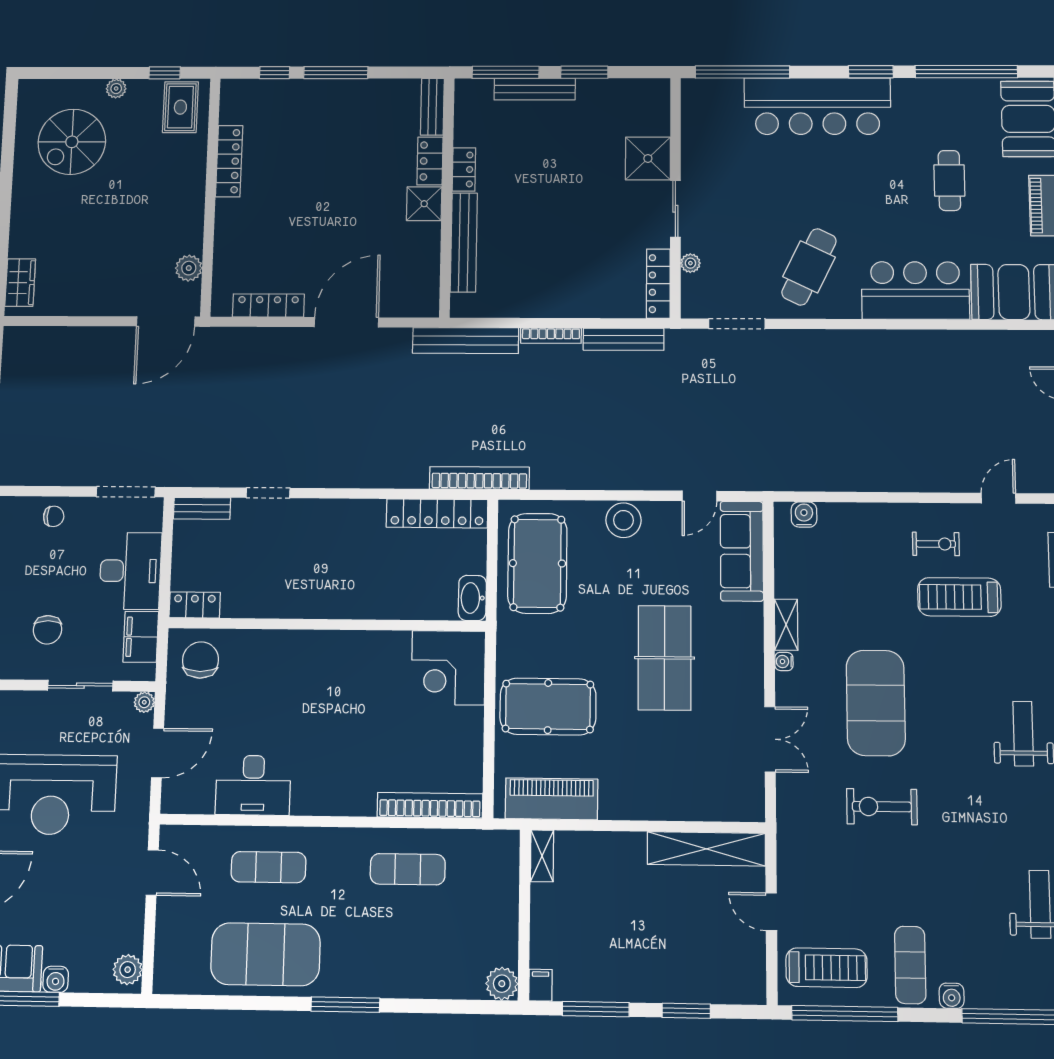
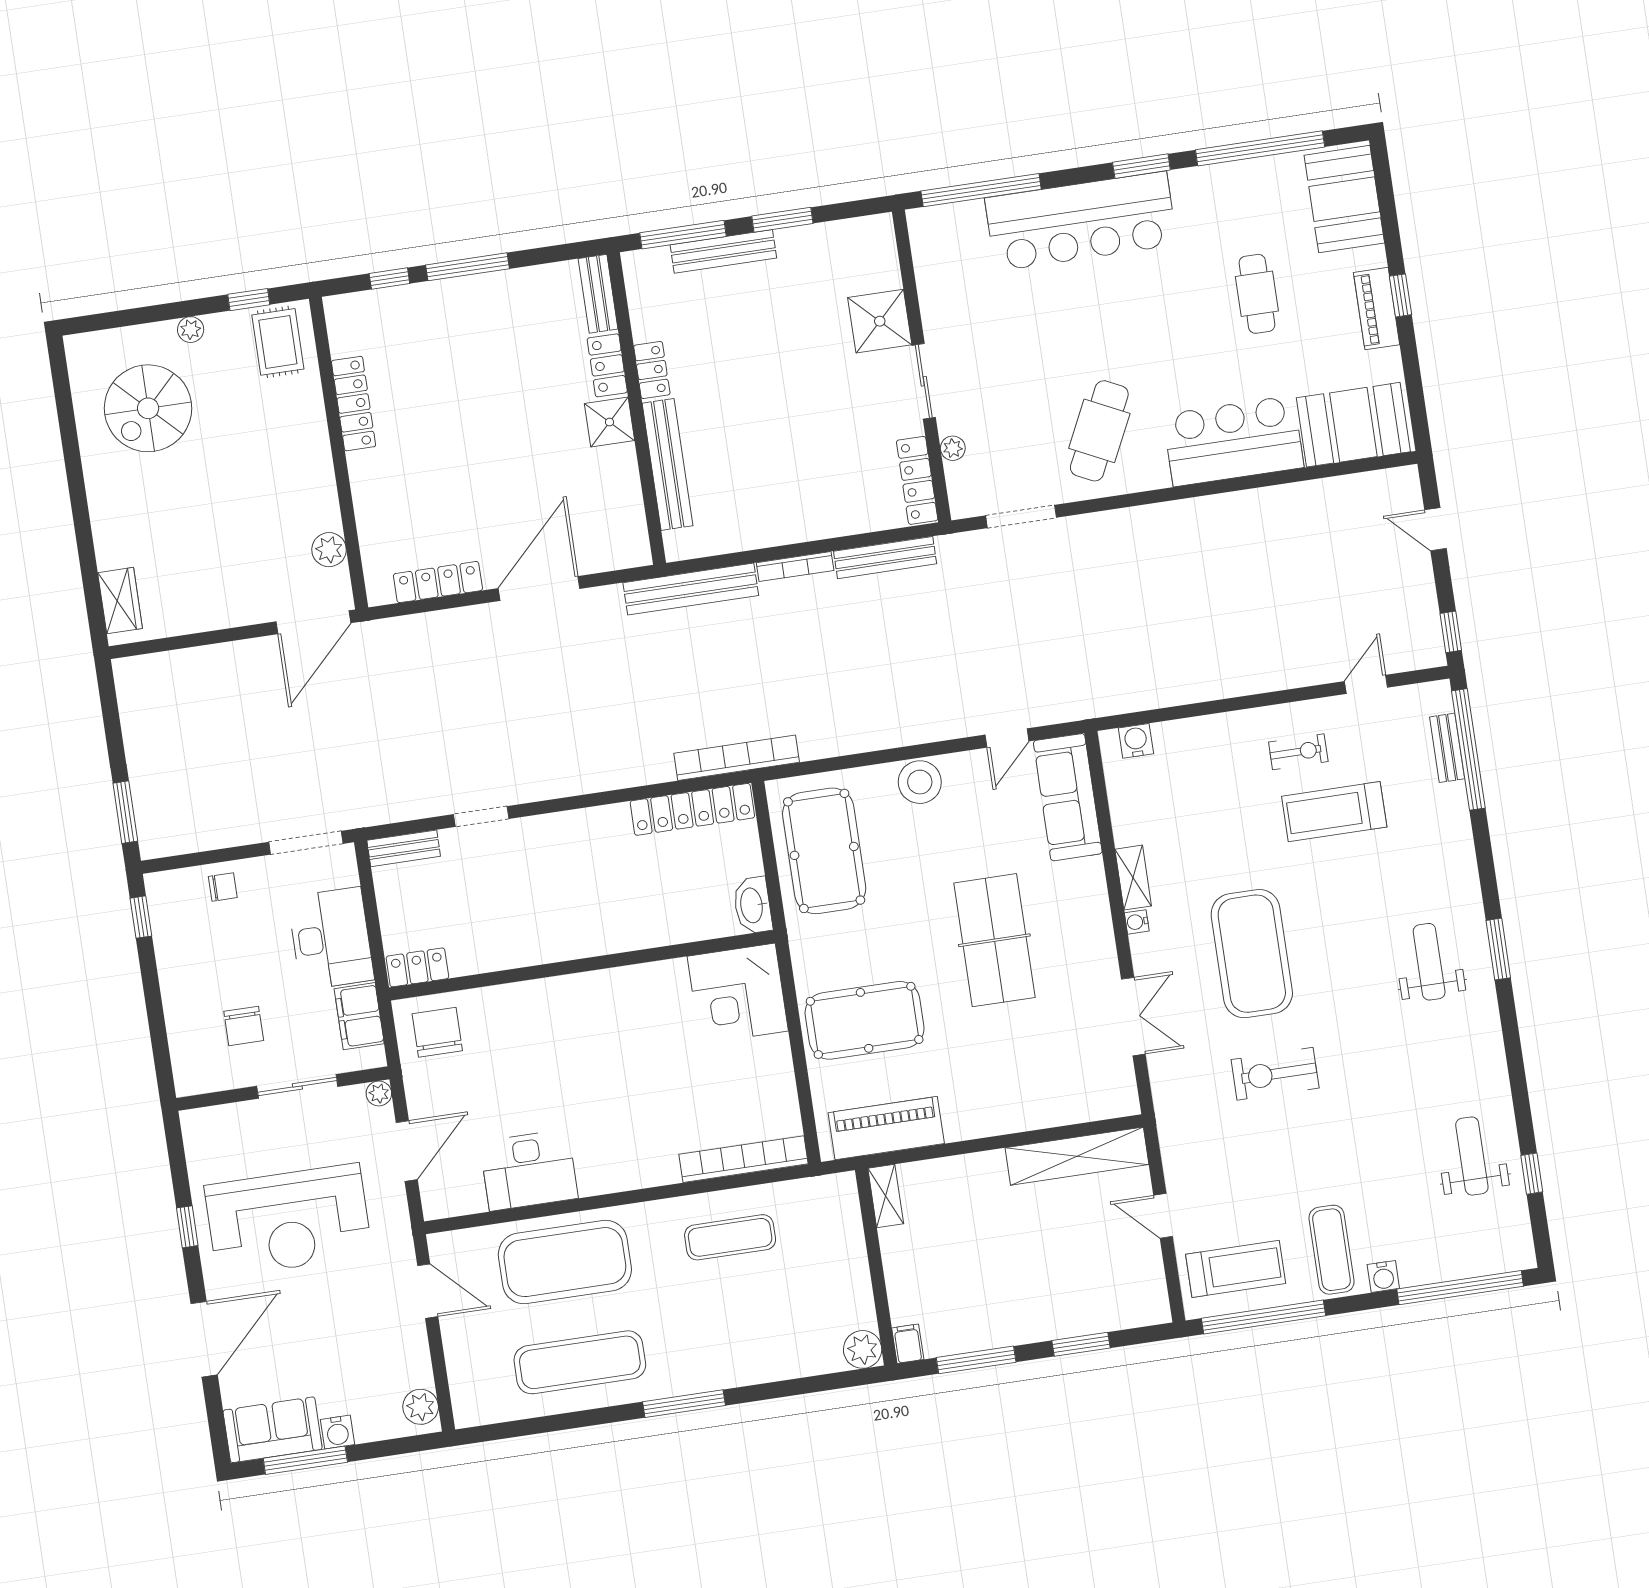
exercise mat: (268, 867) -> (565, 1262), width x2.00, depth x1.45
exercise mat: (265, 954) -> (580, 1362), width x0.68

